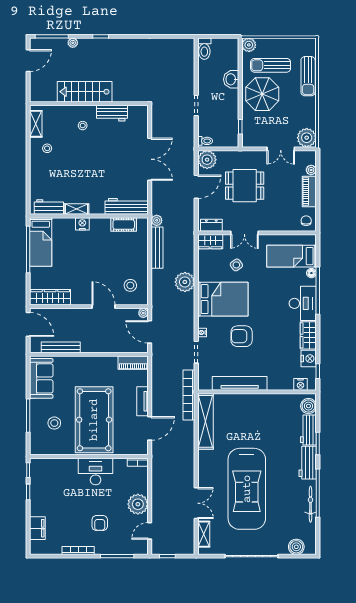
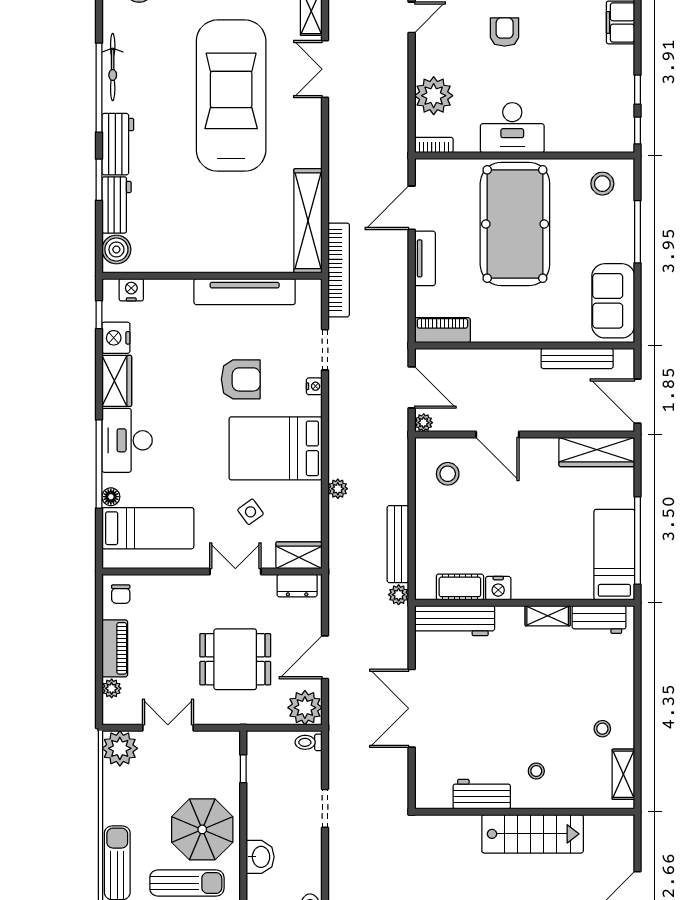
nightstand: (82, 224) -> (498, 588), moved
plant: (185, 282) -> (338, 489), width x0.53, depth x0.53
stool: (54, 423) -> (602, 184), moved
plant: (138, 504) -> (434, 96), moved

